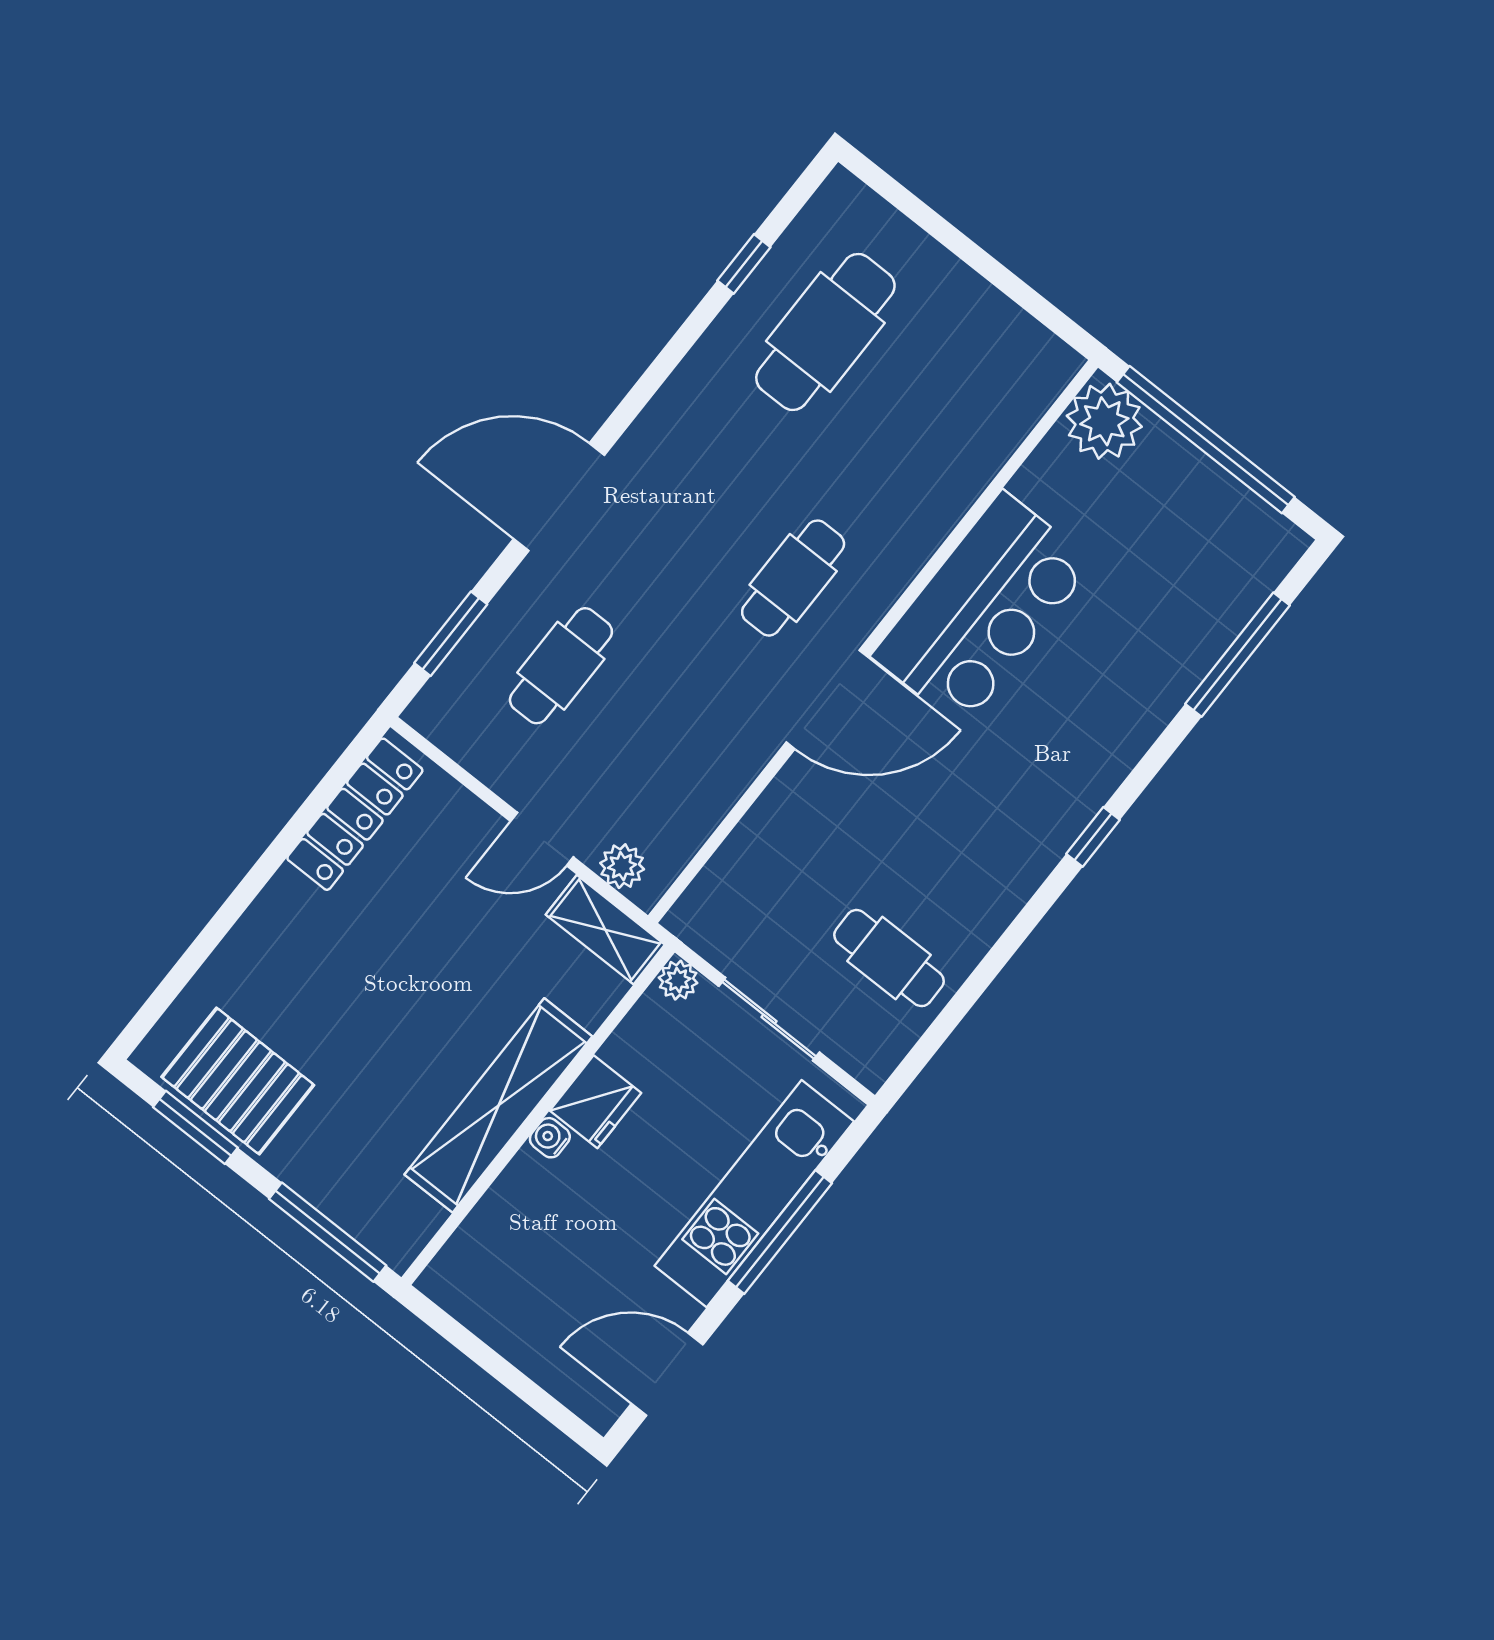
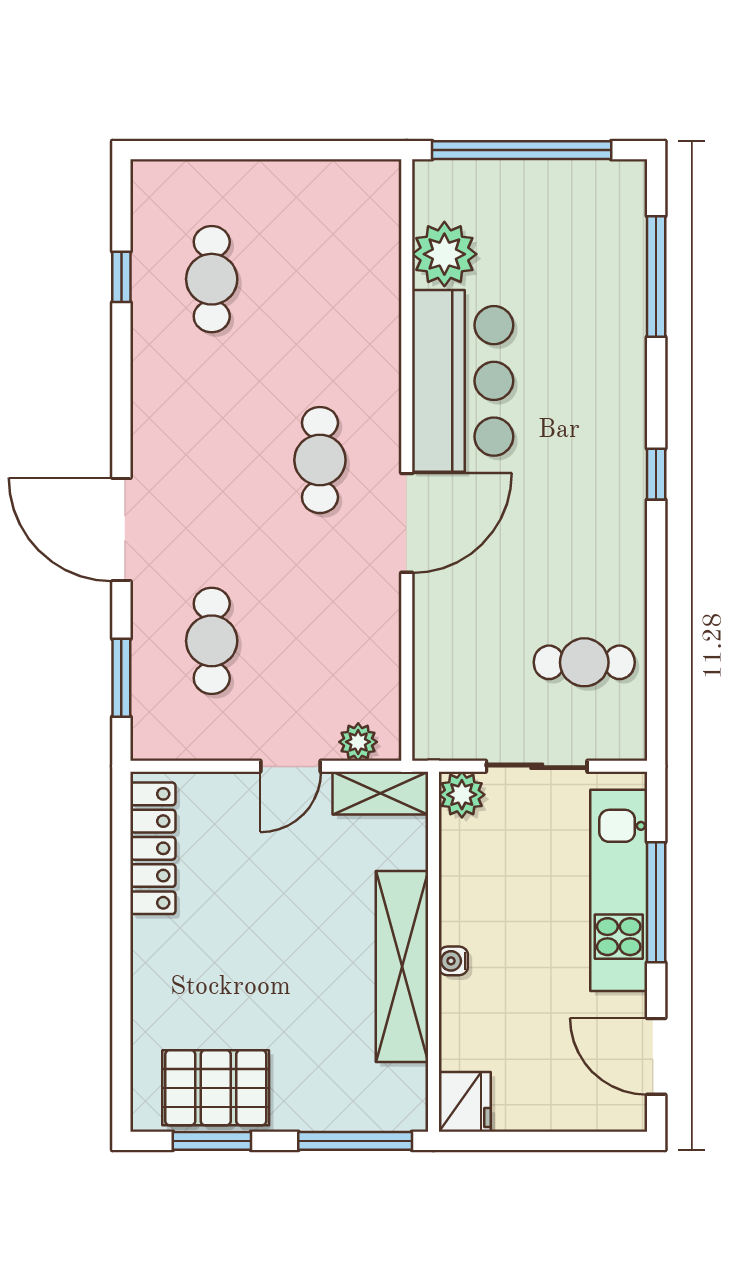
cafe table: (825, 332) -> (212, 279), width x0.73, depth x0.74
plant: (1104, 421) -> (444, 254), moved
door: (559, 497) -> (121, 530), hinge flipped
plant: (678, 980) -> (462, 795), width x1.38, depth x1.38
fridge: (596, 1102) -> (465, 1102), moved
door: (667, 1374) -> (656, 1056), hinge flipped

